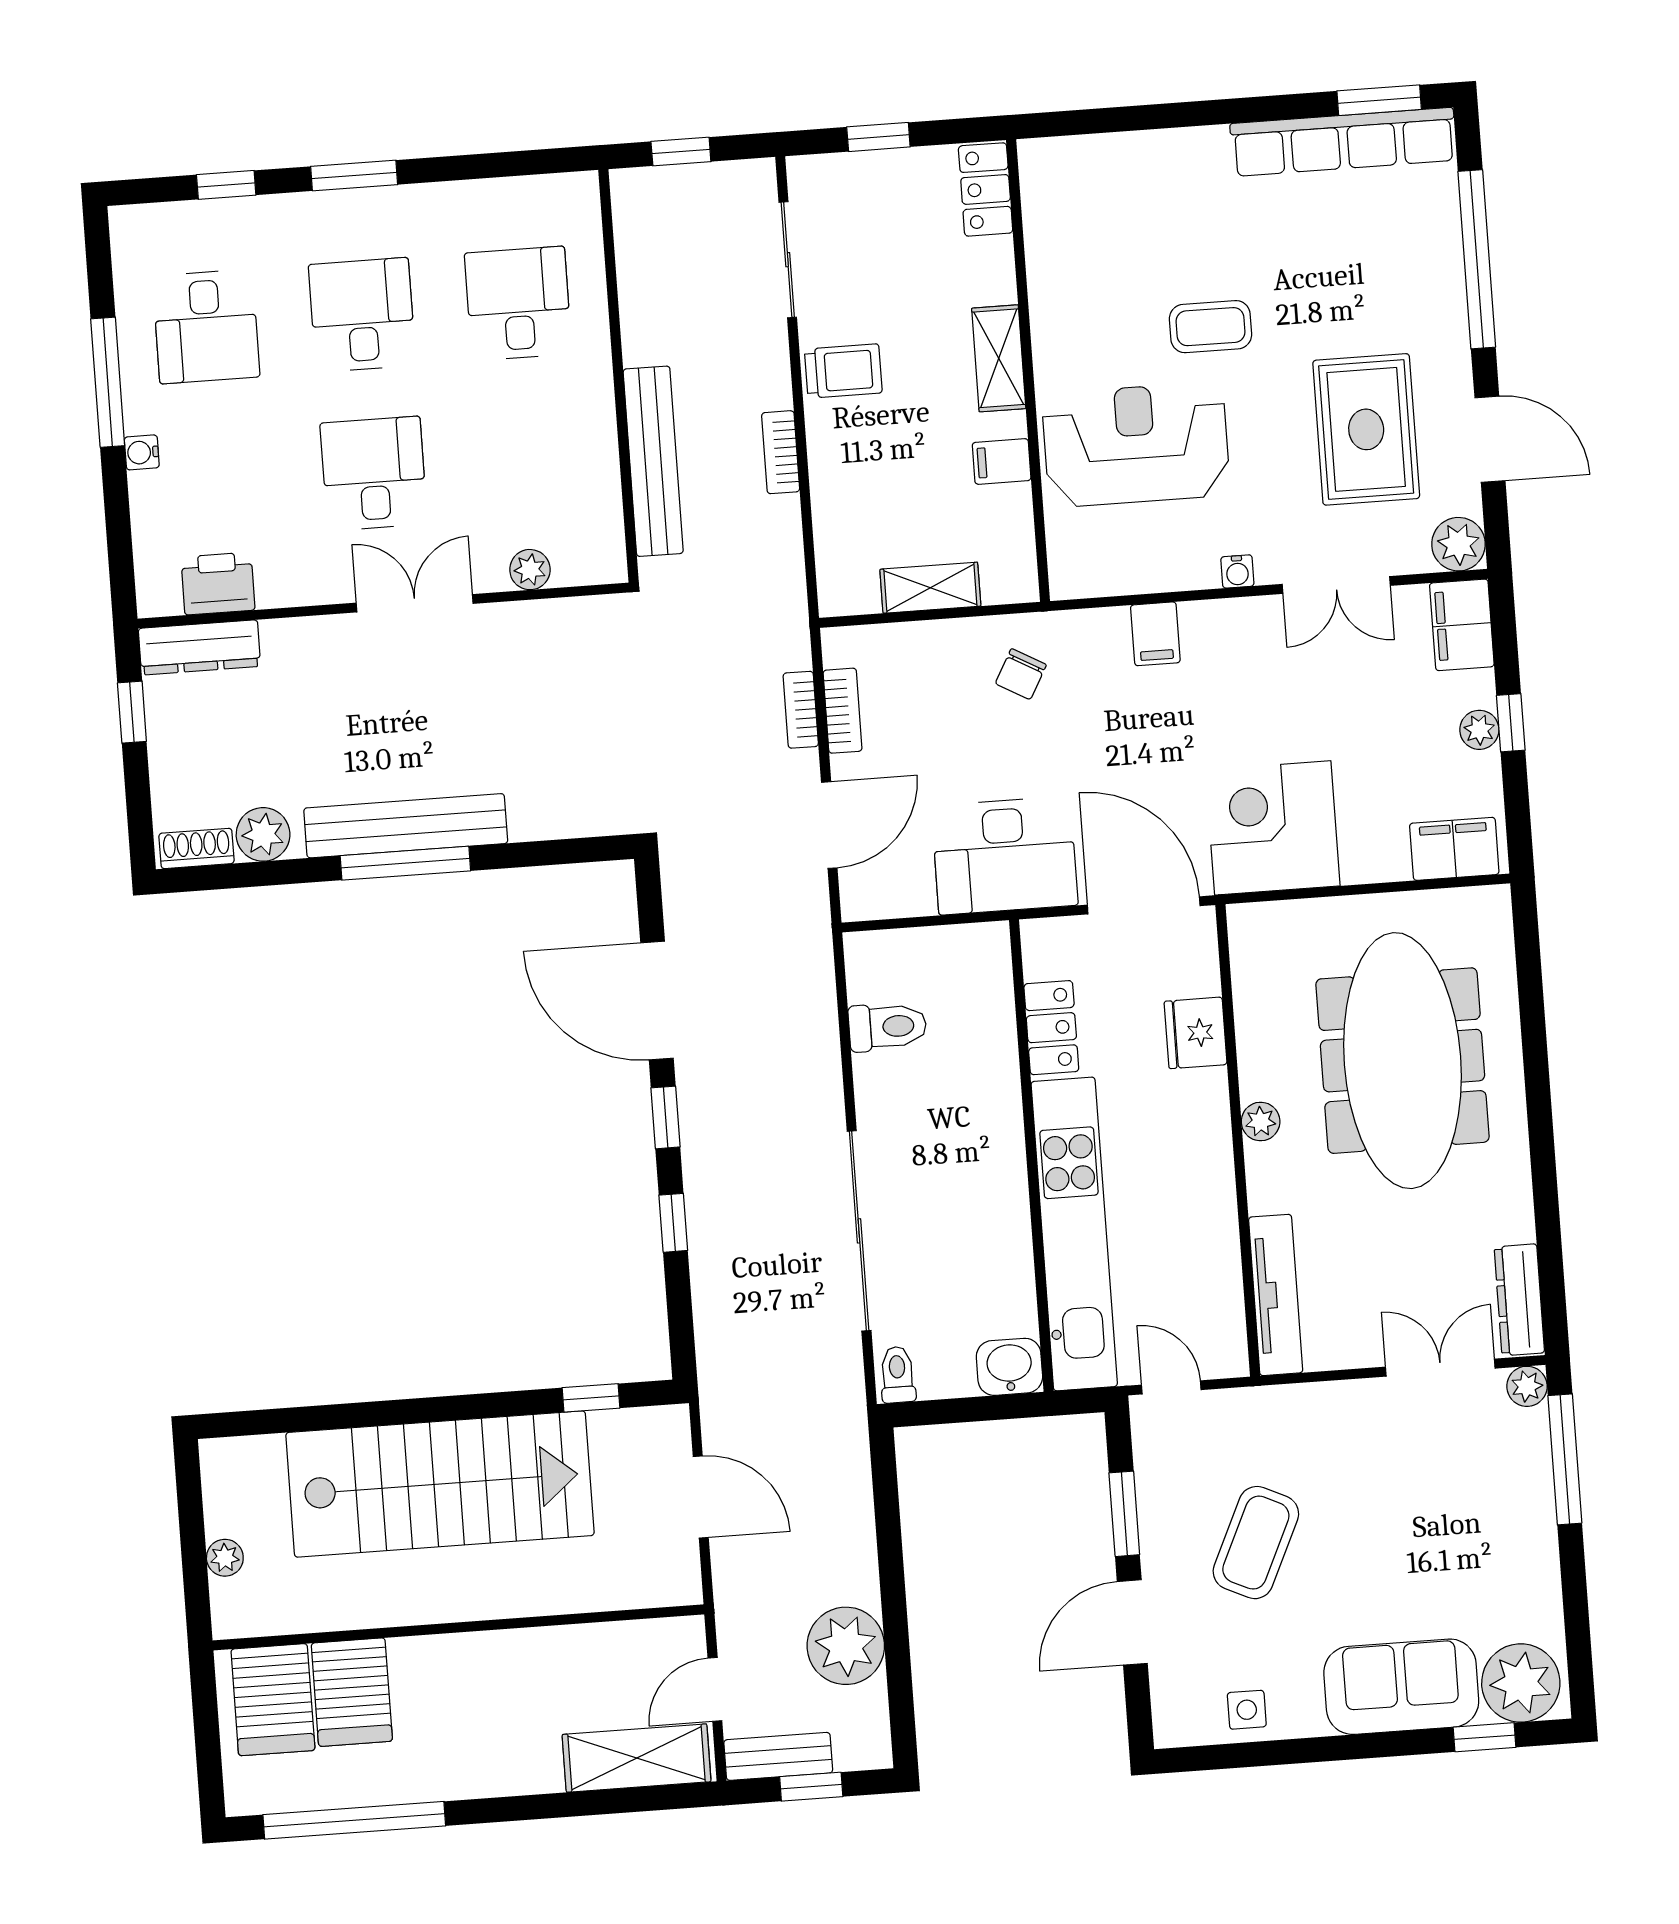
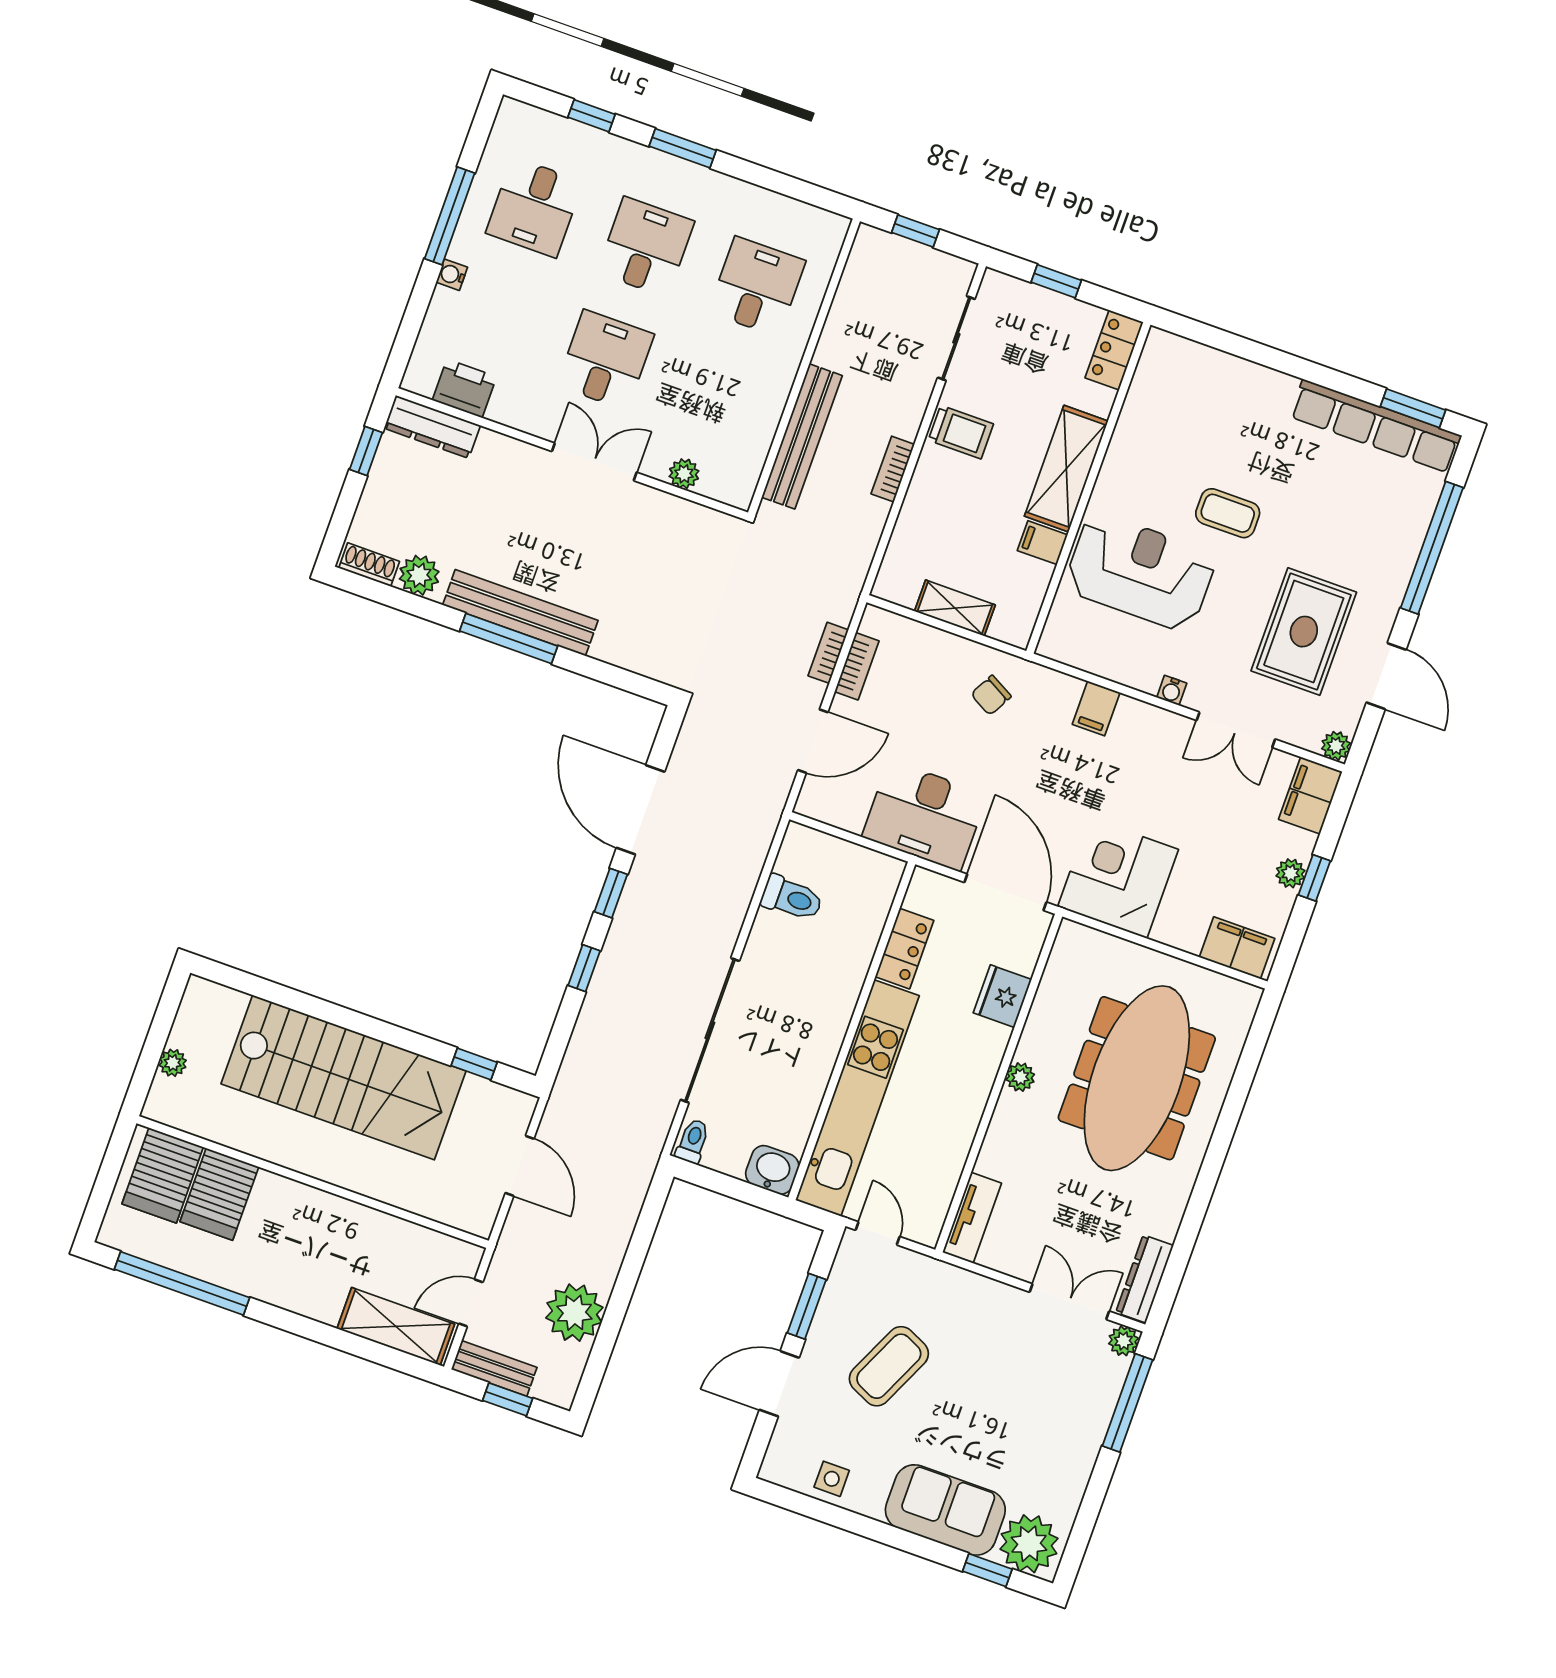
shelving: (999, 358) -> (1066, 469), width x1.50, depth x1.33
plant: (1458, 544) -> (1336, 746), width x0.73, depth x0.73
tv unit: (1276, 1295) -> (972, 1218), width x0.71

